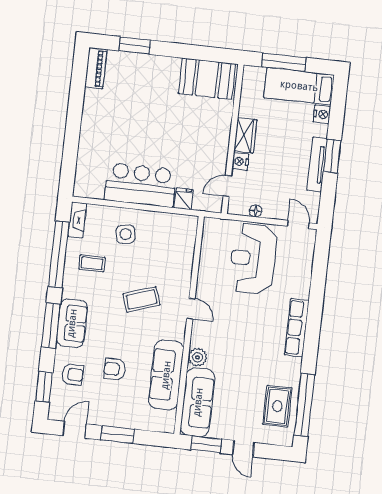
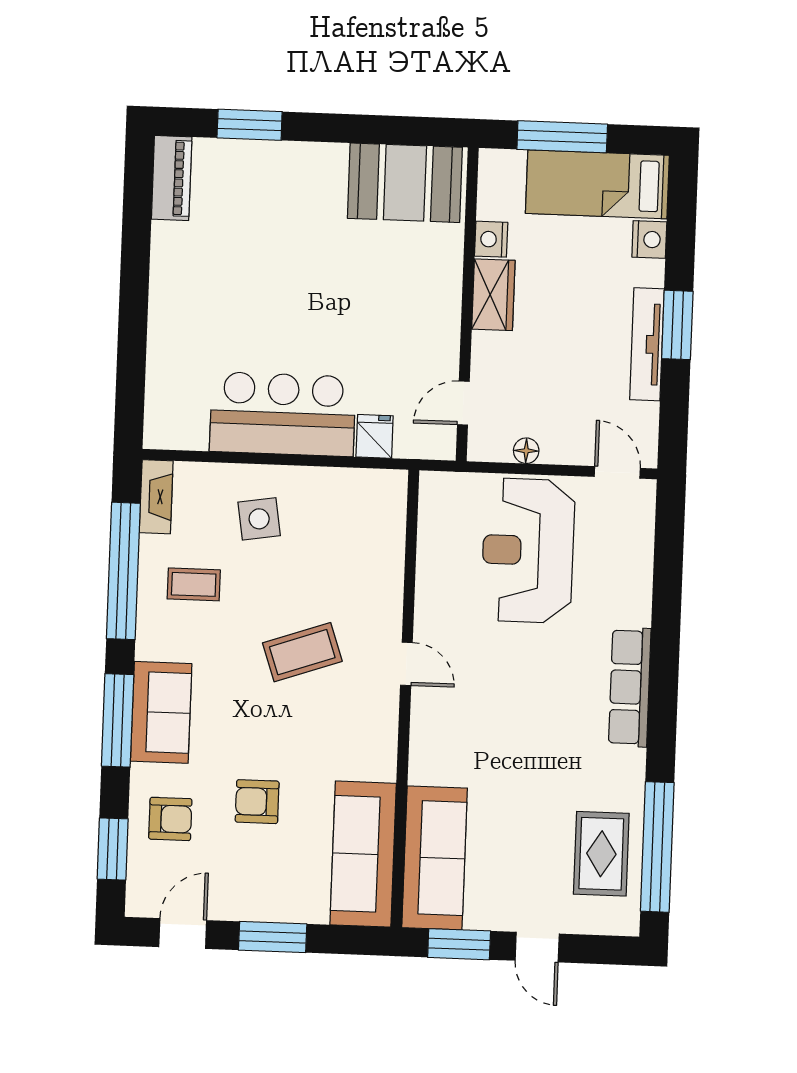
nightstand: (240, 161) -> (491, 239), moved
plant: (197, 357) -> (427, 764), removed
sofa: (166, 375) -> (363, 854), moved

